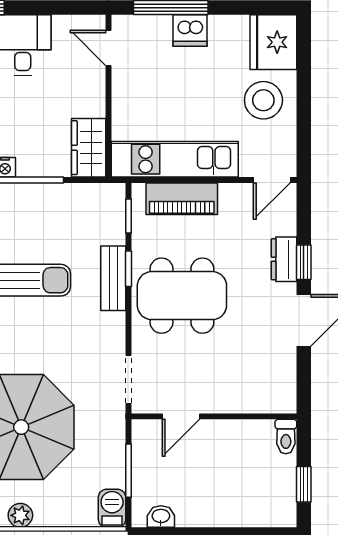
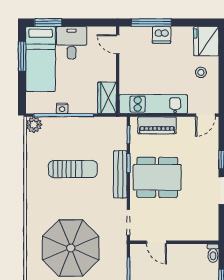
stool: (263, 100) -> (201, 72), width x0.53, depth x0.53
dresser: (284, 259) -> (212, 158), removed
bench: (113, 278) -> (120, 174), width x1.36
door: (181, 416) -> (157, 242), hinge flipped

